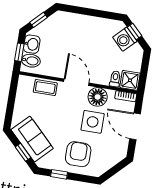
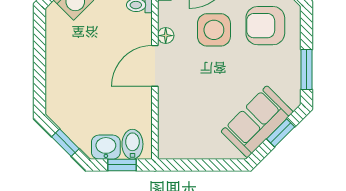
coffee table: (45, 88) -> (172, 114), removed
floor lamp: (98, 97) -> (166, 36), width x0.53, depth x0.53
armchair: (78, 154) -> (265, 26), moved
window: (59, 174) -> (306, 70), width x1.50

